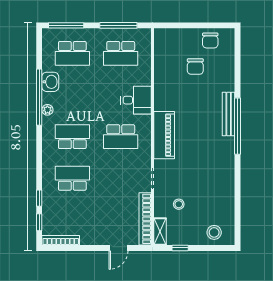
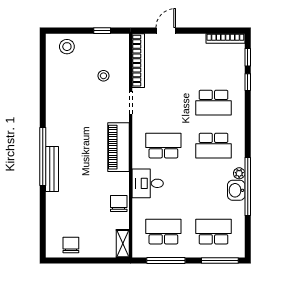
chair: (195, 67) -> (119, 204), moved
washbasin: (50, 82) -> (236, 190), moved
shelving: (160, 231) -> (123, 244), moved

